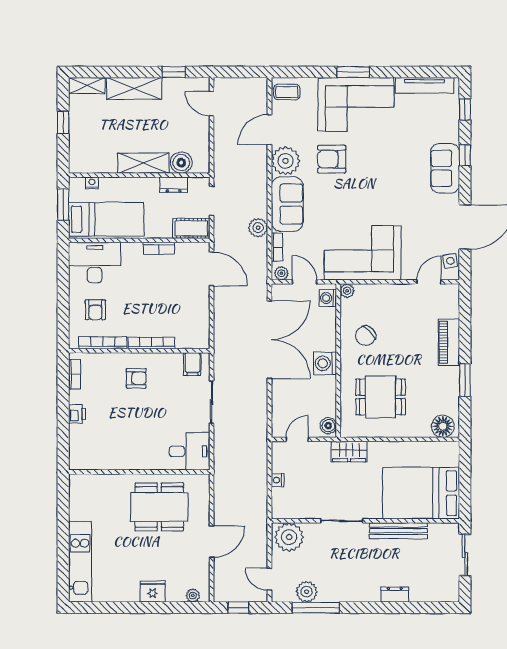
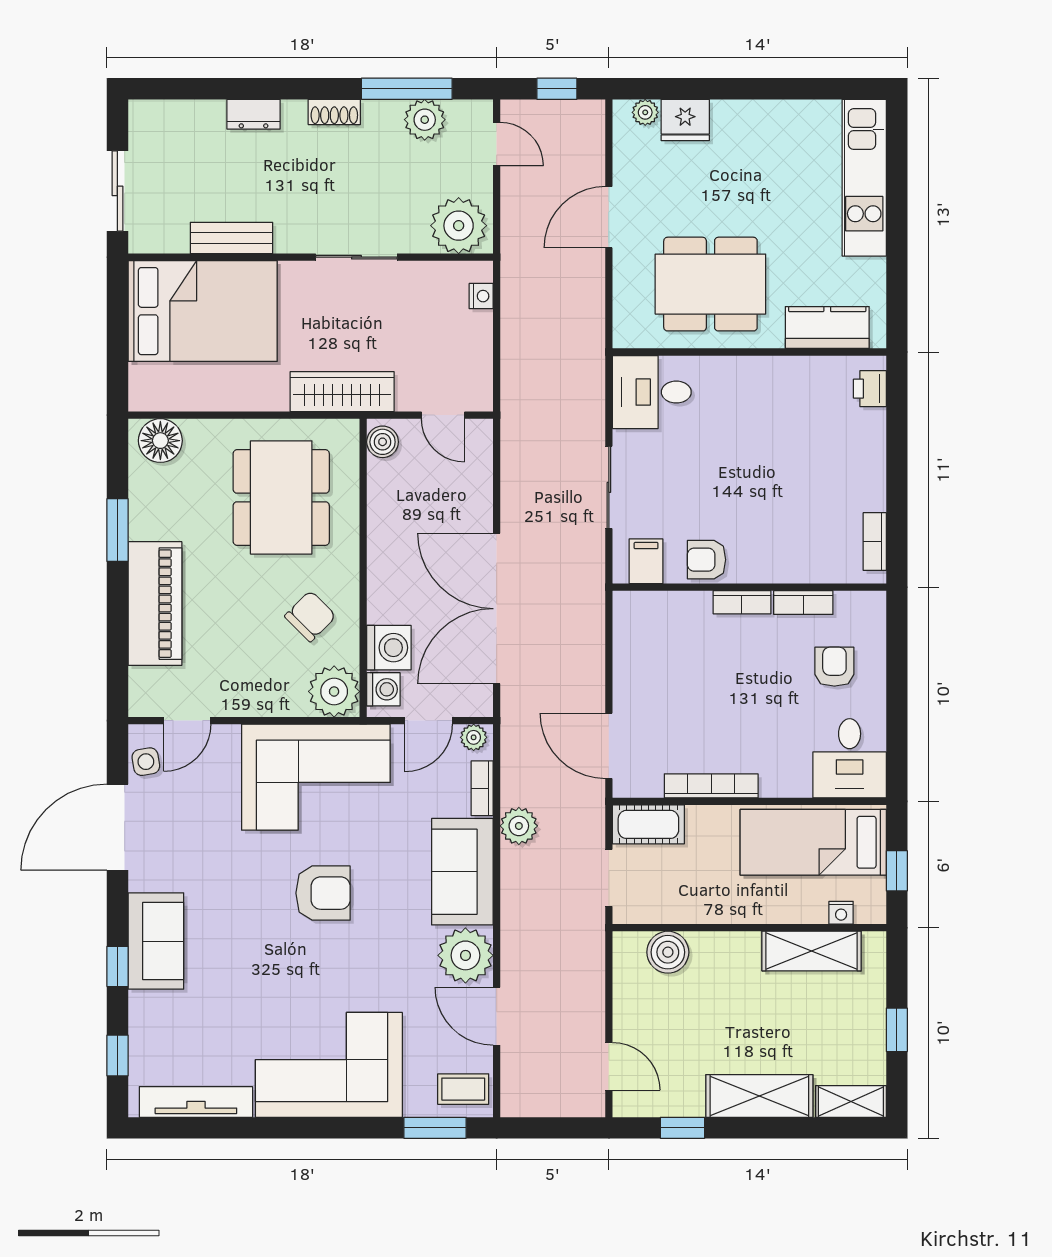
window: (353, 72) -> (435, 1128), moved
door: (269, 130) -> (497, 1016), swing flipped
armchair: (332, 159) -> (323, 893), moved
shelving: (143, 163) -> (812, 951), moved
dresser: (174, 185) -> (683, 909), removed
window: (63, 205) -> (897, 871), width x0.67
bookcase: (159, 248) -> (711, 786), width x1.56
desk: (95, 263) -> (850, 758), width x0.73
door: (304, 282) -> (429, 721), hinge flipped
plant: (347, 291) -> (334, 691), width x1.88, depth x1.88
piano: (449, 342) -> (155, 604), width x1.37, depth x1.33
bookcase: (103, 343) -> (803, 603), width x0.64
bookcase: (151, 343) -> (742, 602), width x0.64
washing machine: (325, 363) -> (389, 648), moved
armchair: (136, 378) -> (706, 560), moved
dining table: (381, 397) -> (281, 497), width x1.38
printer: (77, 414) -> (870, 389), moved
door: (297, 439) -> (443, 415), hinge flipped
wardrobe: (349, 452) -> (342, 392), width x1.50
nightstand: (277, 480) -> (481, 296), moved
kitchen counter: (99, 485) -> (827, 328), added
bench: (398, 531) -> (232, 238), width x0.73
fridge: (153, 592) -> (685, 120), moved
shoe rack: (353, 596) -> (334, 112), added

